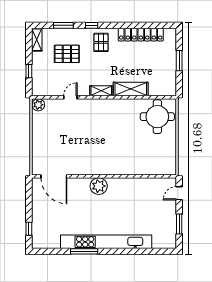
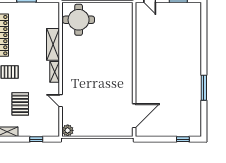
plant: (99, 186) -> (143, 74), removed
kitchen unit: (106, 242) -> (195, 67), removed

